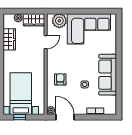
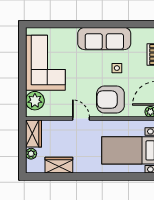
door: (46, 42) -> (81, 119), moved
armchair: (60, 79) -> (110, 99), width x1.88, depth x1.88

